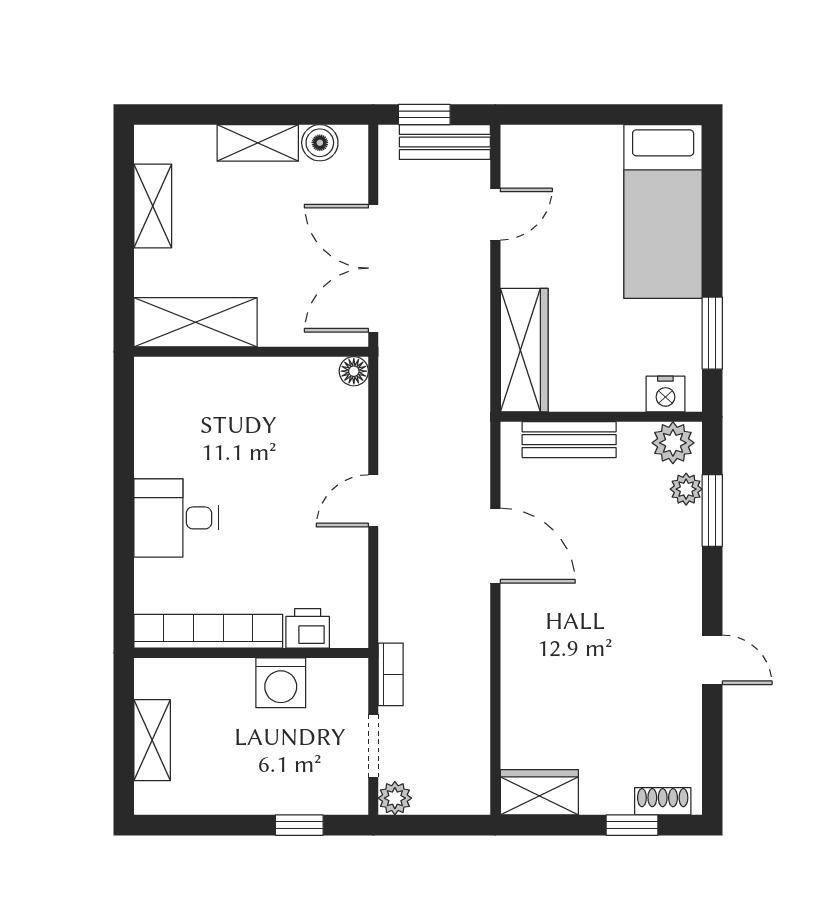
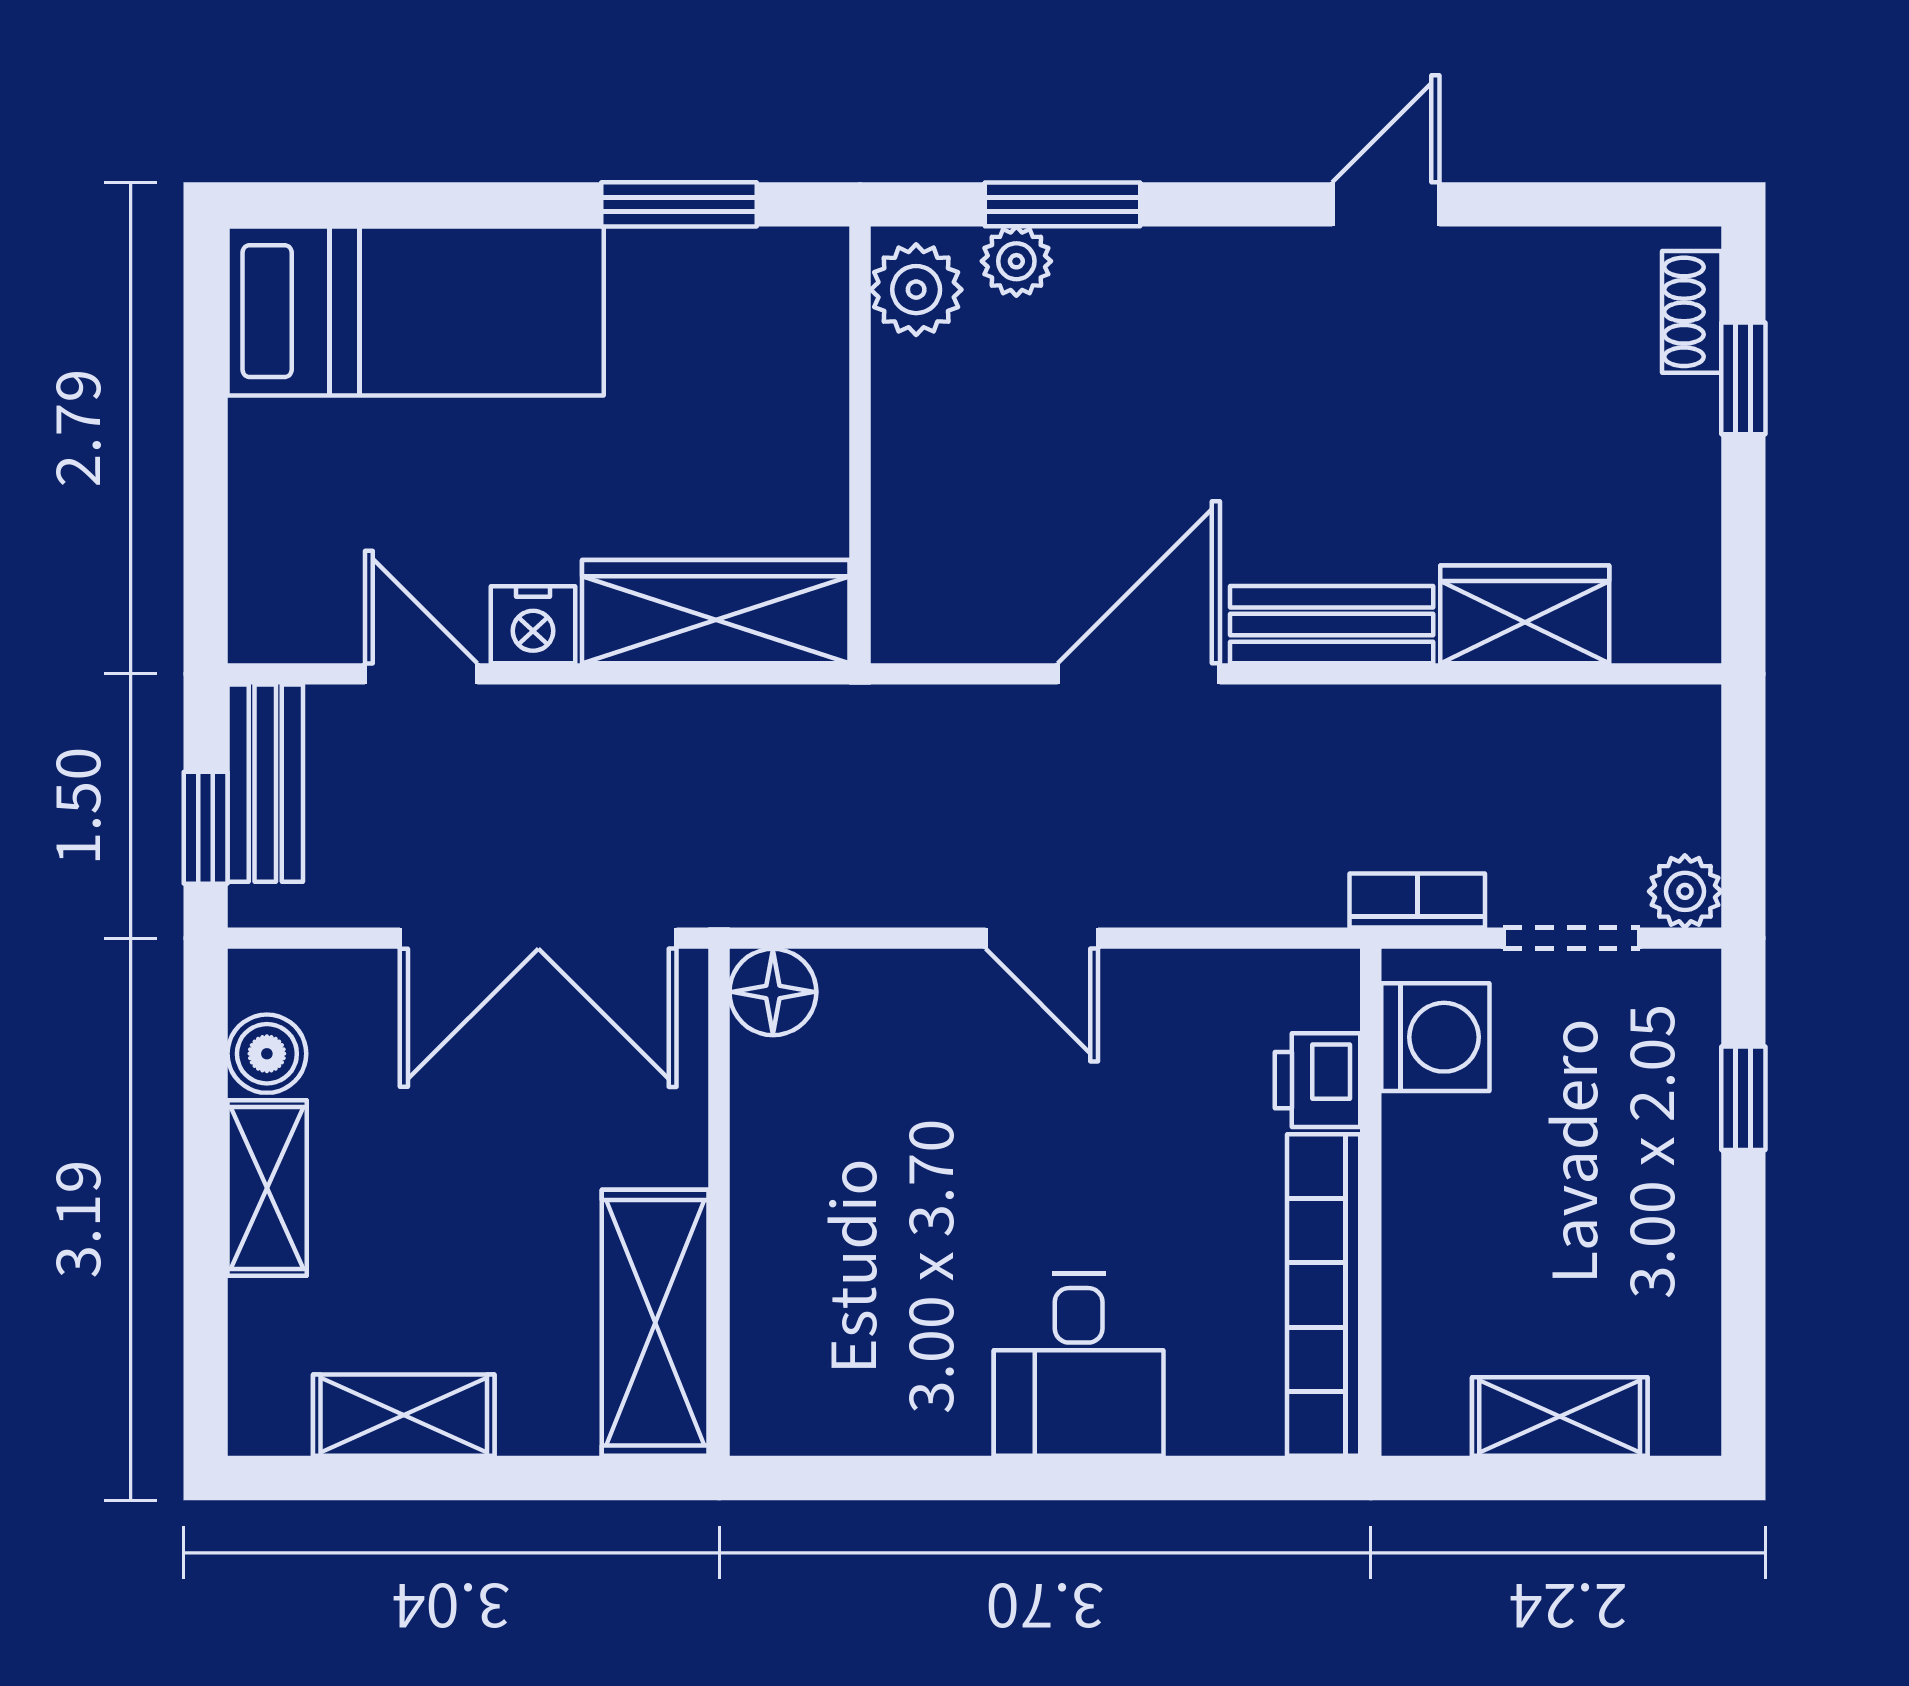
floor lamp: (354, 371) -> (773, 992), width x1.37, depth x1.37
nightstand: (665, 394) -> (533, 625), moved, turned 90
bench: (569, 440) -> (1332, 625), moved, turned 90
washing machine: (281, 683) -> (1435, 1037), moved
wardrobe: (539, 792) -> (1525, 614), moved, turned 90

